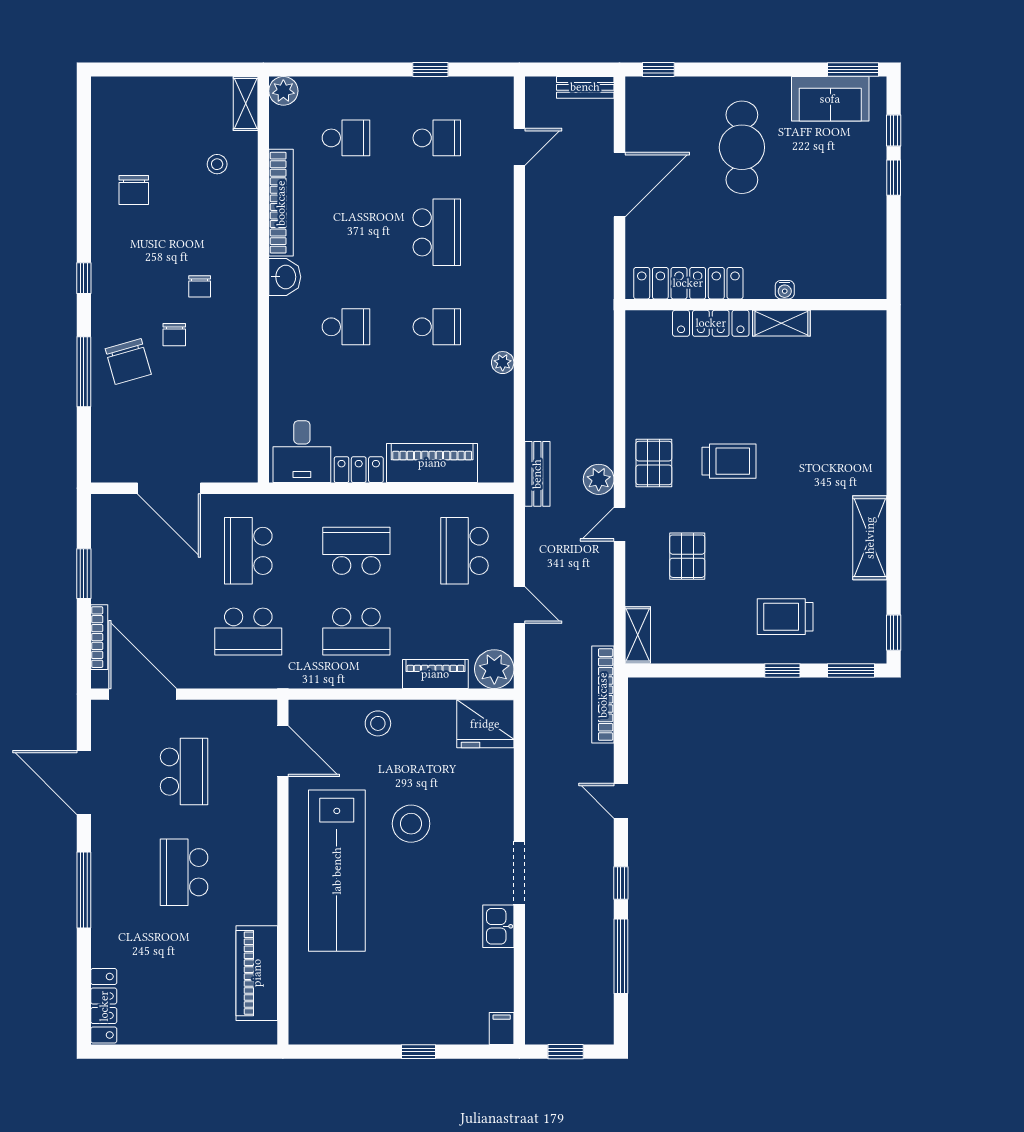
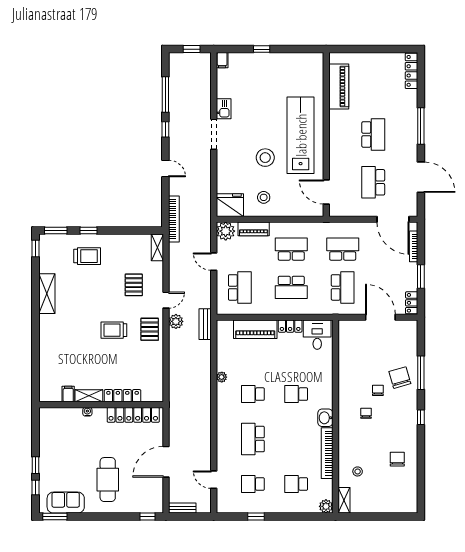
door: (519, 147) -> (214, 480), hinge flipped
filing cabinet: (825, 327) -> (68, 394), added
locker: (103, 519) -> (412, 303), added
stool: (378, 723) -> (264, 197), moved

